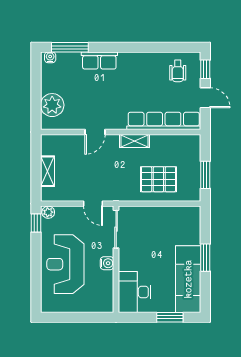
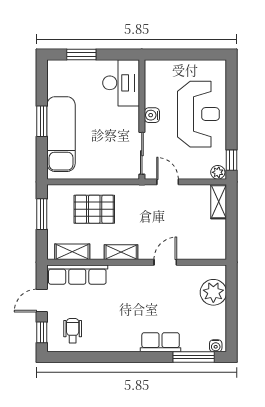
door: (205, 98) -> (42, 301), hinge flipped
row of seats: (164, 121) -> (77, 275), width x0.73
shelving: (178, 141) -> (72, 252), added
shelving: (47, 171) -> (219, 202), moved
exam couch: (188, 279) -> (61, 134), moved

